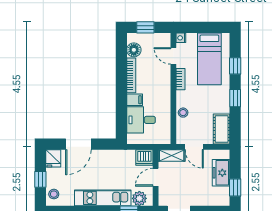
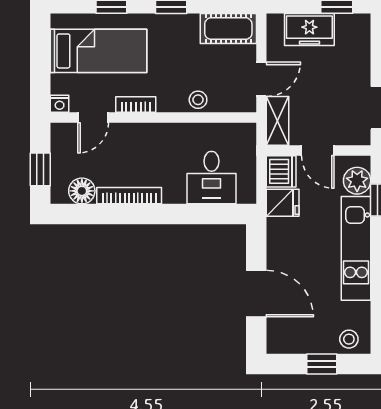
filing cabinet: (135, 100) -> (174, 189), removed
fridge: (53, 158) -> (283, 203), moved

